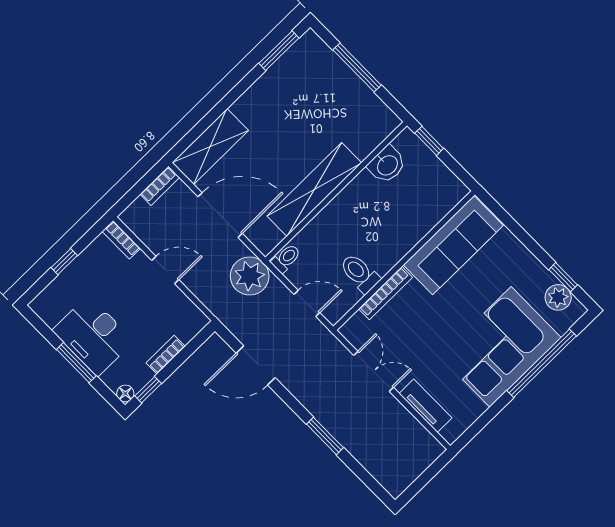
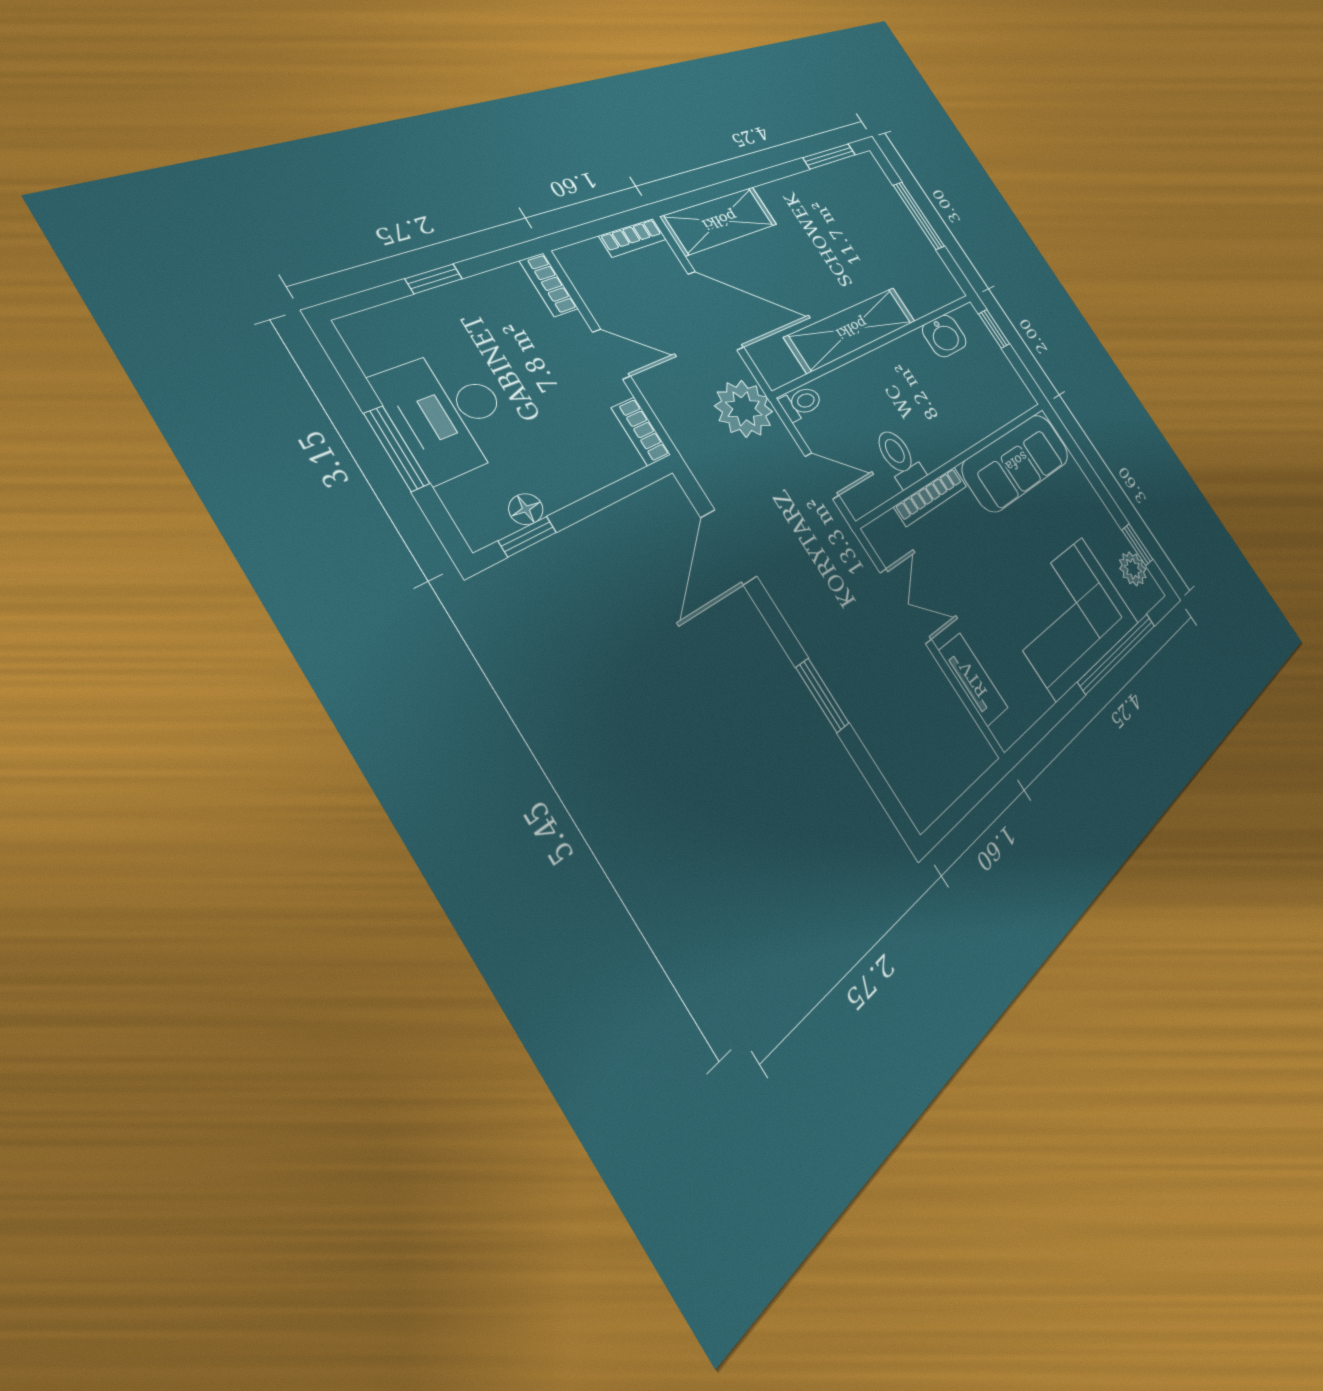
bookcase: (166, 355) -> (641, 431), moved, turned -90
door: (256, 365) -> (729, 547), hinge flipped
floor lamp: (125, 393) -> (526, 509), moved

